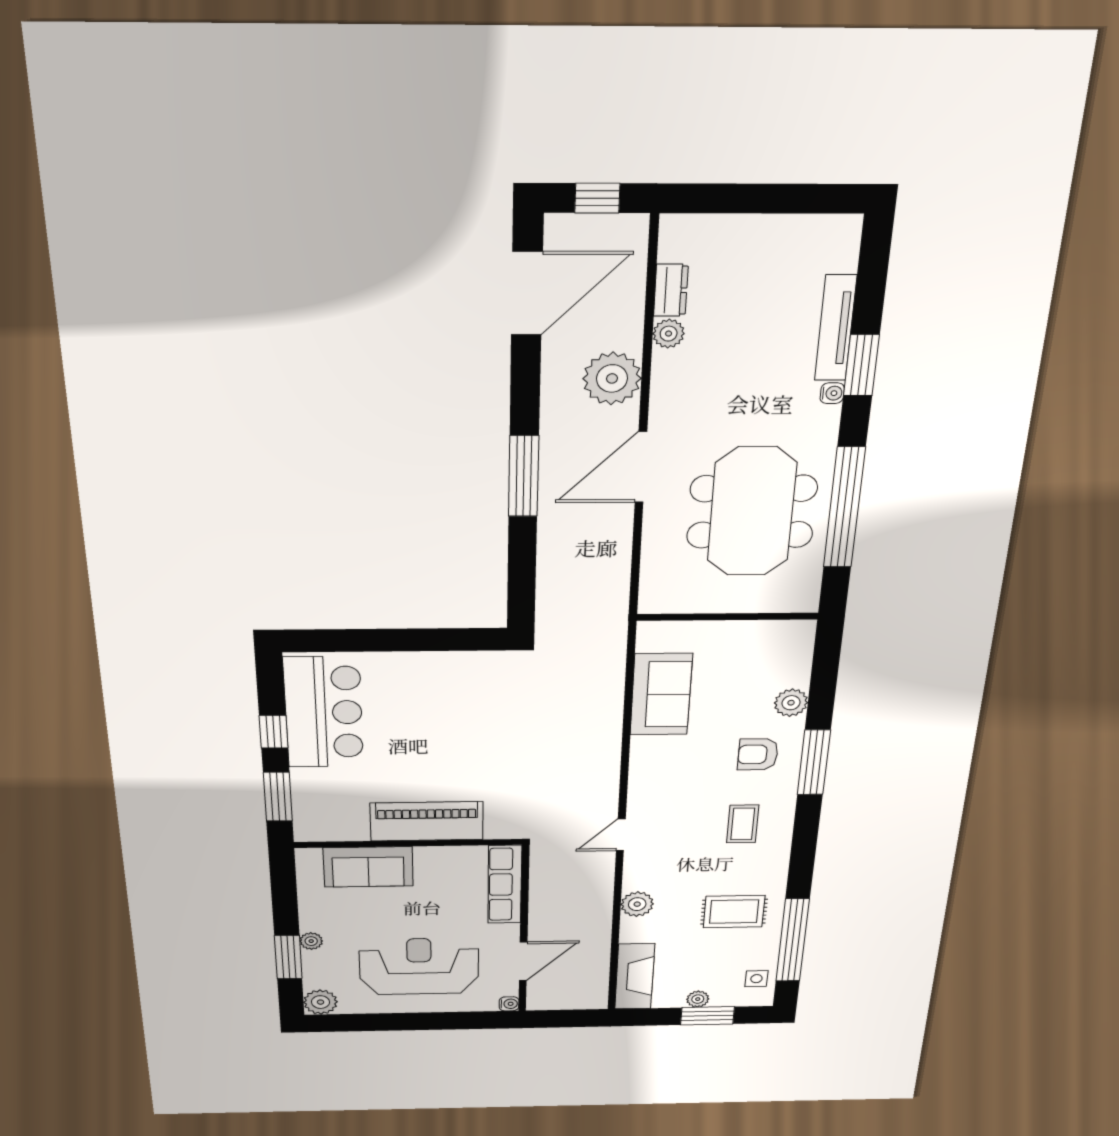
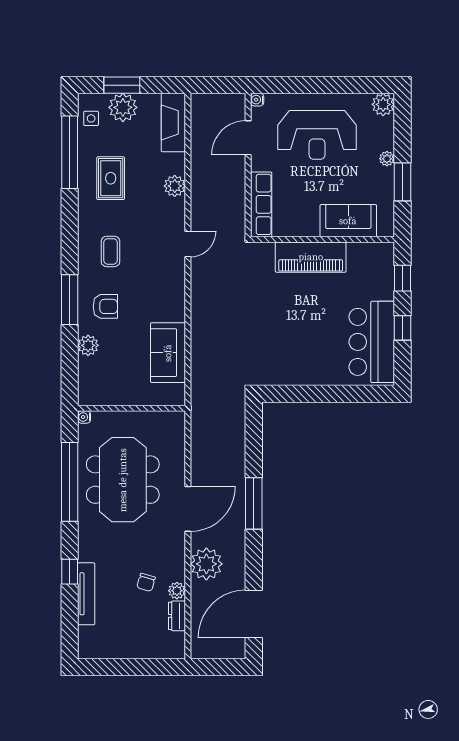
window: (597, 198) -> (218, 667), removed
chair: (724, 347) -> (146, 582), added
window: (861, 365) -> (70, 572), width x0.67
water cooler: (832, 393) -> (84, 417), moved
window: (278, 797) -> (402, 278), width x0.67
rug: (734, 912) -> (111, 178), turned 90
window: (288, 957) -> (402, 182), moved
plant: (698, 999) -> (123, 107), width x1.88, depth x1.88

